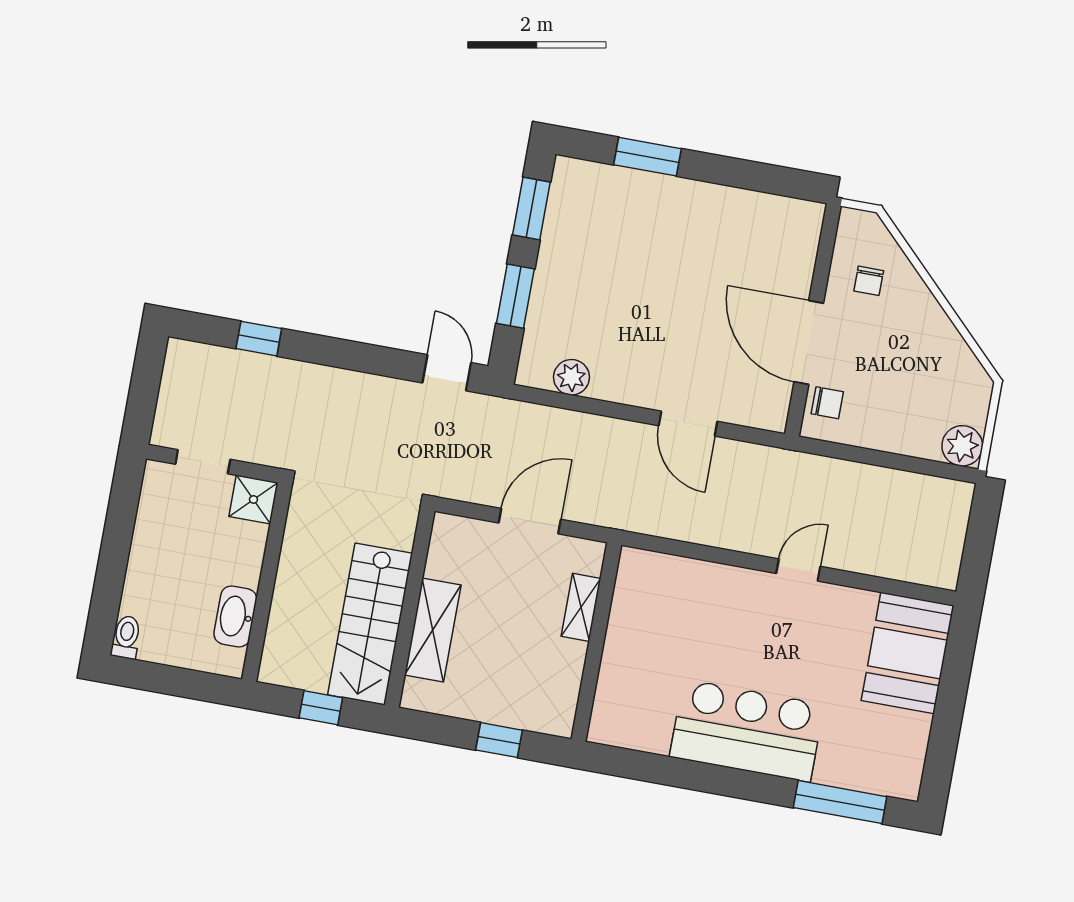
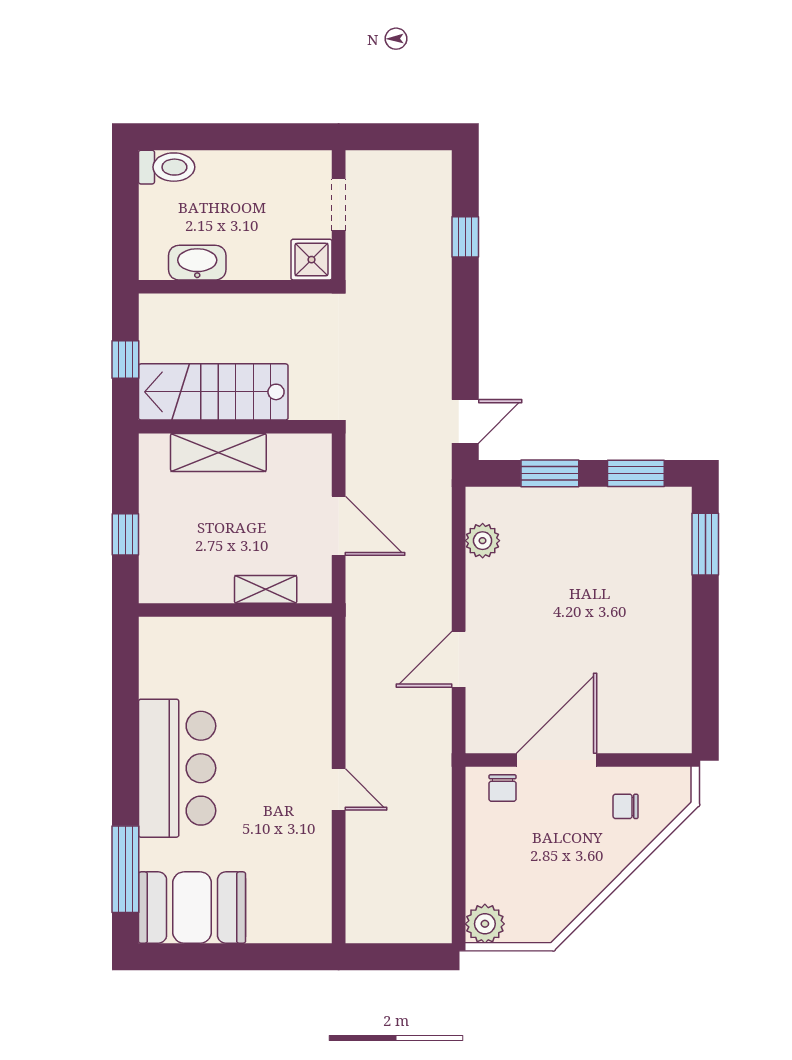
window: (648, 157) -> (705, 544), moved
toilet: (126, 637) -> (167, 167), width x1.37, depth x1.39
booth: (908, 653) -> (192, 908), moved

